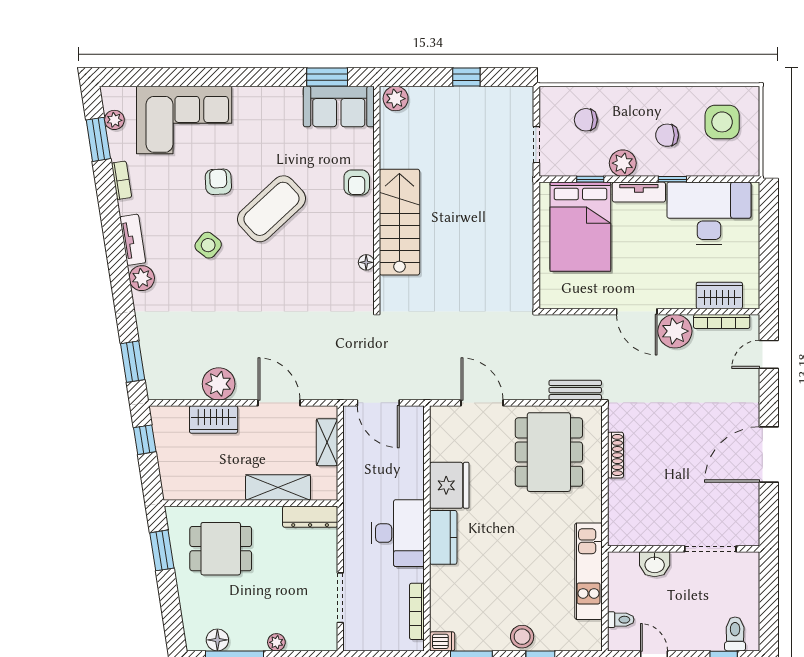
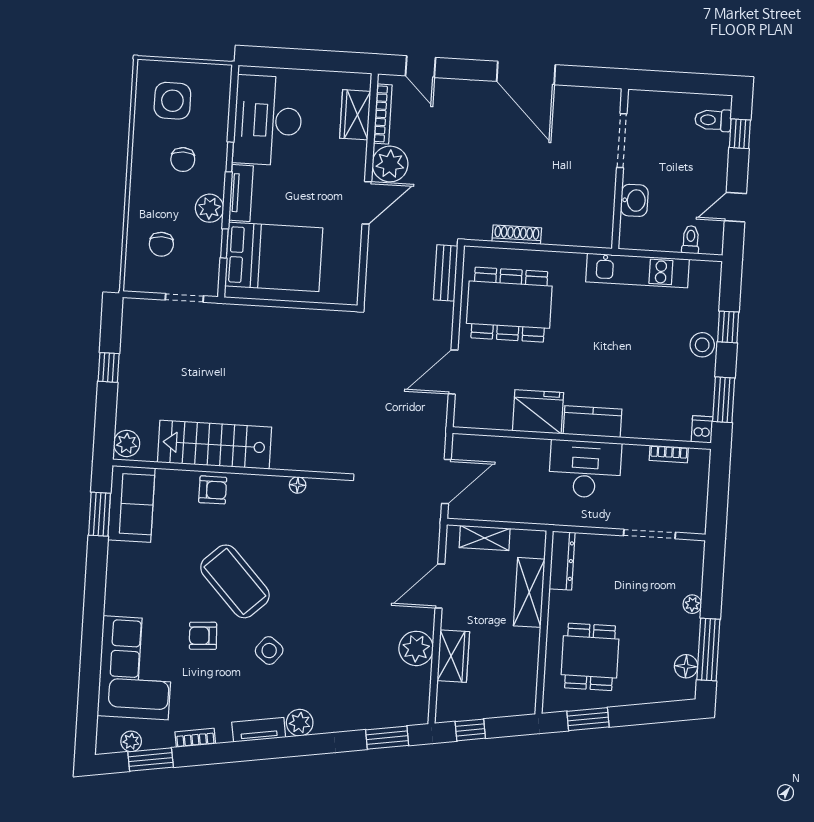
stairs: (399, 222) -> (215, 445), moved
bookcase: (417, 611) -> (669, 454), width x0.64

